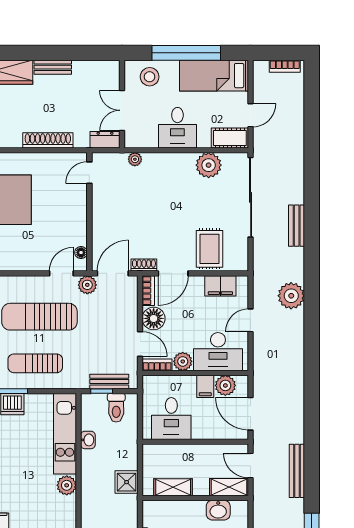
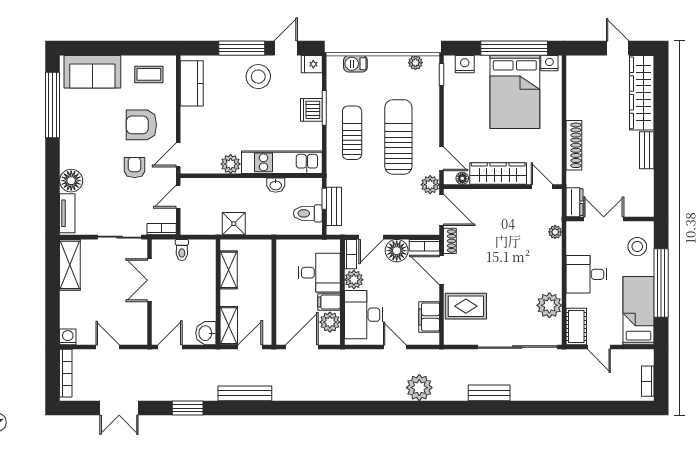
wardrobe: (76, 217) -> (498, 174), added
desk: (171, 419) -> (319, 273), moved, turned 180
washbasin: (218, 510) -> (206, 333), moved

